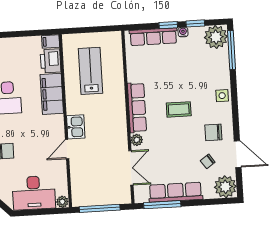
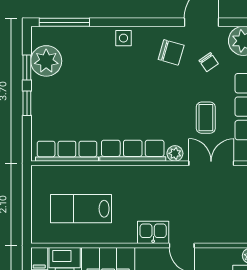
water cooler: (183, 32) -> (37, 84), removed
row of seats: (153, 37) -> (67, 151), moved, turned -90
plant: (216, 37) -> (46, 61), moved
coffee table: (179, 109) -> (206, 118), moved
chair: (213, 132) -> (171, 52), turned -74

